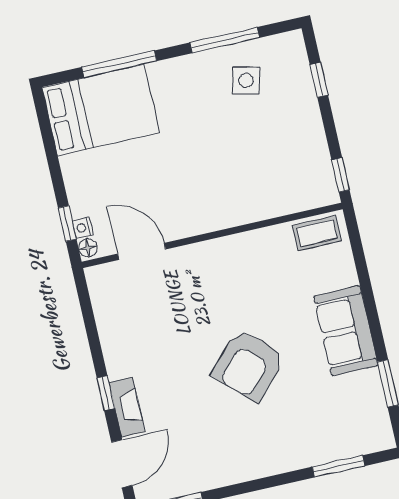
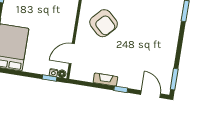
armchair: (248, 365) -> (104, 23), moved
fireplace: (127, 407) -> (105, 80), moved

